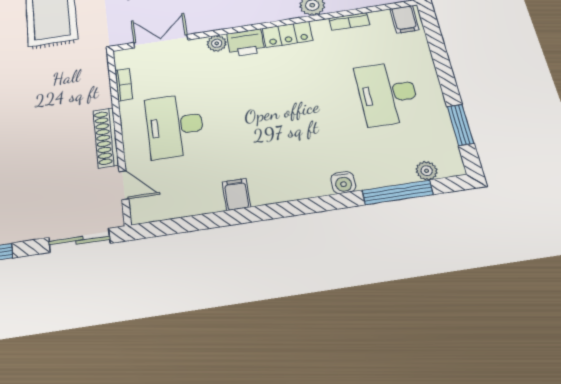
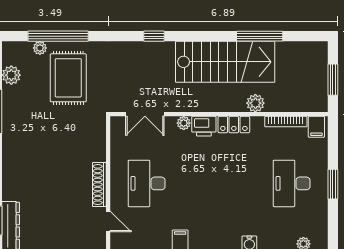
bookcase: (349, 21) -> (286, 122), width x1.56
double door: (161, 41) -> (145, 114), swing flipped
bookcase: (124, 85) -> (115, 145), removed
window: (460, 125) -> (333, 184), moved

